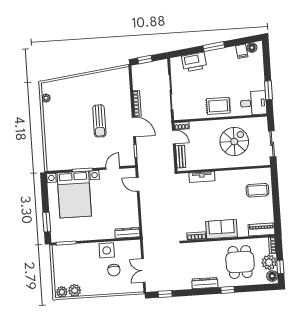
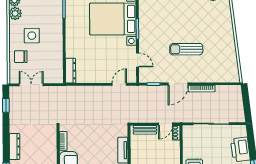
window: (145, 60) -> (246, 99), removed
side table: (107, 250) -> (32, 36), moved
chair: (114, 270) -> (21, 57), moved

